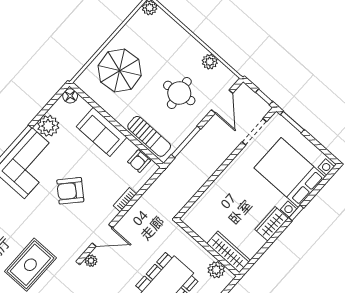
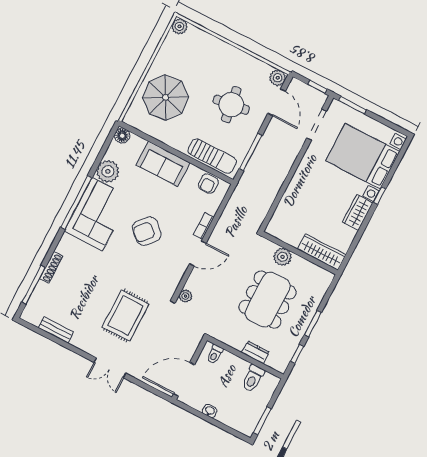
plant: (210, 62) -> (278, 78), moved
door: (102, 235) -> (198, 254), moved
plant: (216, 270) -> (283, 257), moved

